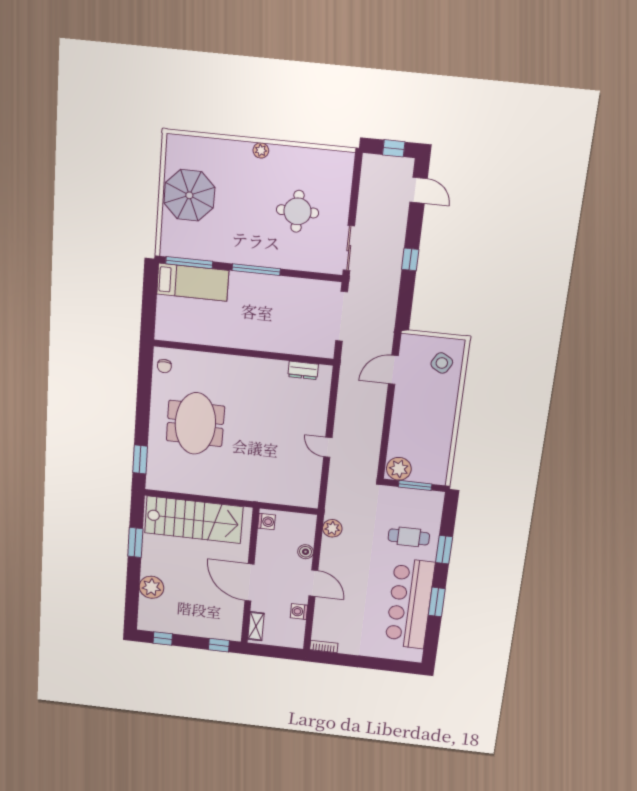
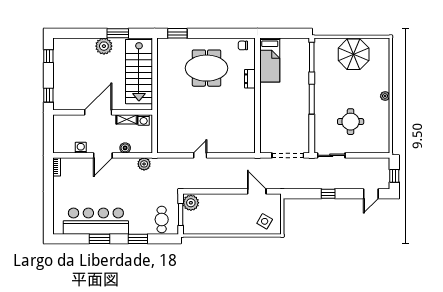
bed: (193, 282) -> (270, 60), moved
dresser: (303, 370) -> (250, 79), moved
cafe table: (409, 537) -> (162, 220), moved
plant: (151, 587) -> (104, 46), moved
shelving: (256, 626) -> (127, 119), moved

